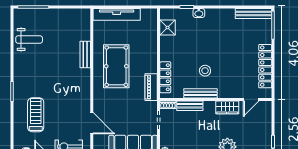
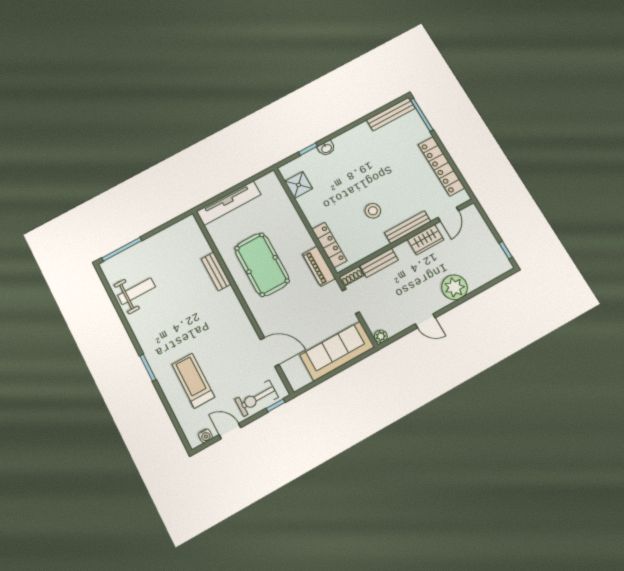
bench: (200, 93) -> (408, 227), moved

